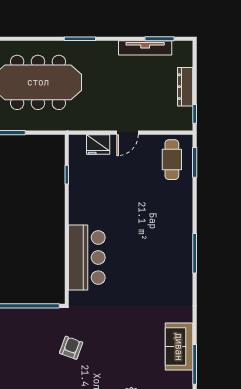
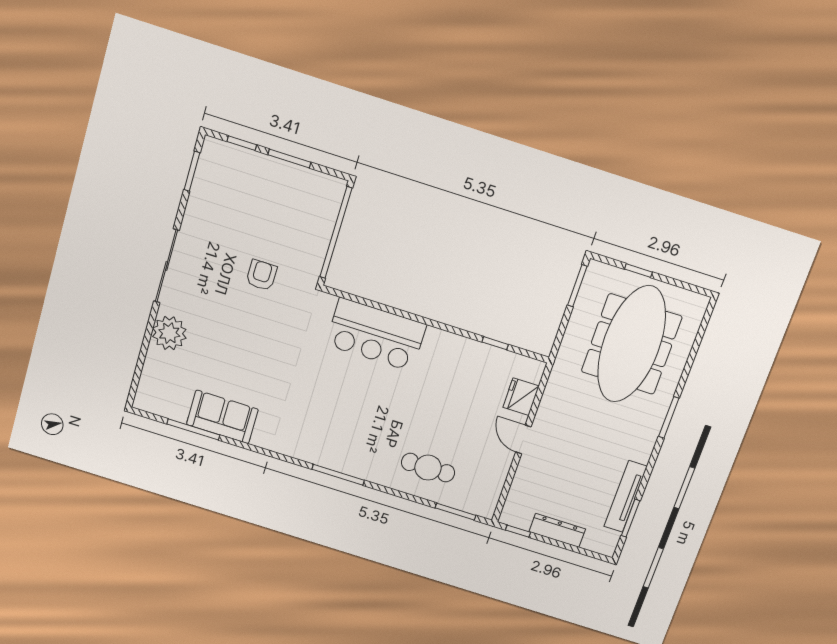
cafe table: (172, 160) -> (428, 468), moved
armchair: (71, 348) -> (261, 275), turned -110

